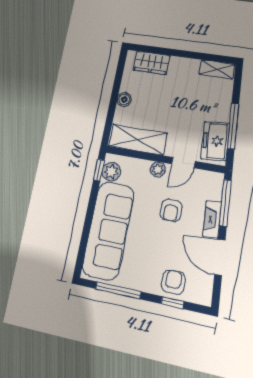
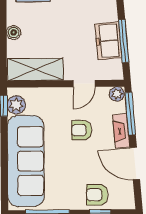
freezer: (215, 141) -> (108, 41), moved
plant: (158, 169) -> (117, 94), moved
armchair: (171, 210) -> (82, 130), turned 90
armchair: (173, 282) -> (97, 195), turned -90

